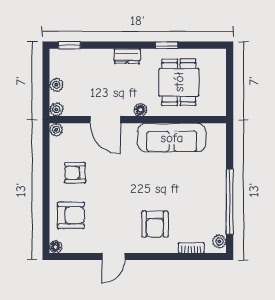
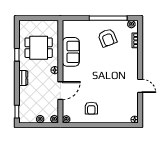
sofa: (172, 138) -> (71, 52), width x0.73
armchair: (71, 215) -> (116, 111), removed
armchair: (155, 224) -> (107, 38), moved, turned 69

